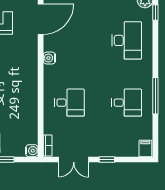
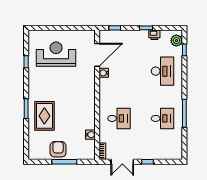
water cooler: (49, 58) -> (104, 73), moved
filing cabinet: (145, 149) -> (177, 153), removed
water cooler: (32, 151) -> (90, 135), moved

